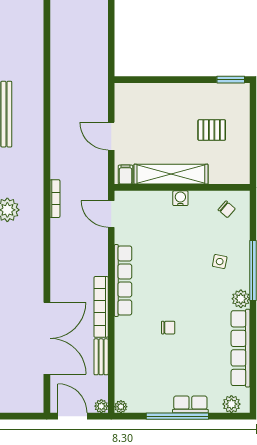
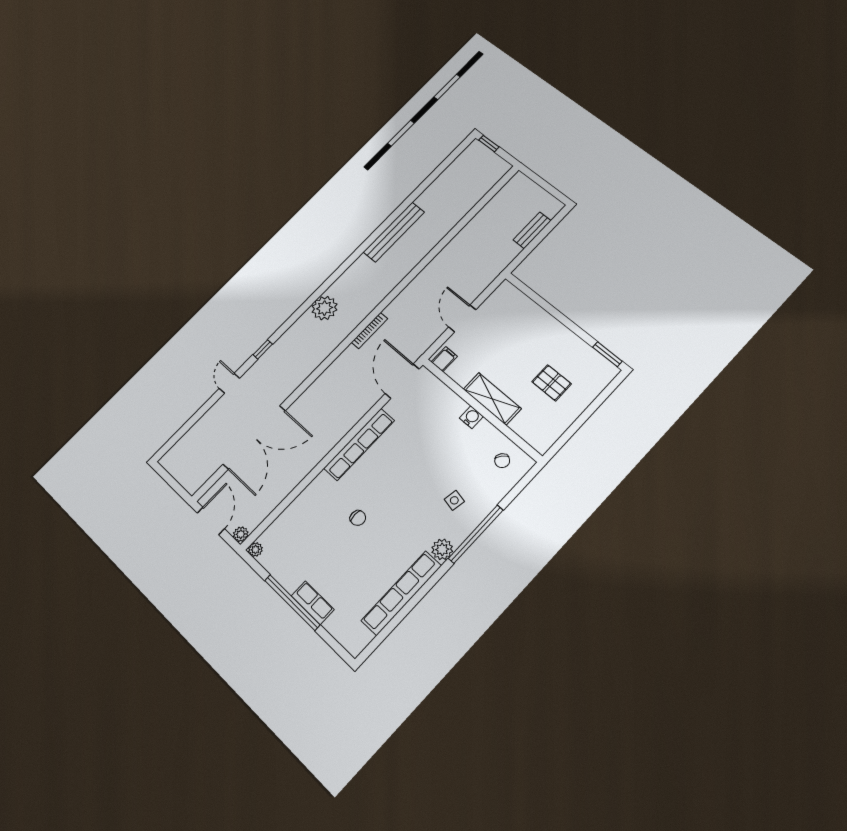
shelving: (171, 174) -> (492, 399), width x0.68
door: (111, 214) -> (402, 381), width x1.36
bookcase: (101, 307) -> (321, 450), removed
bench: (101, 357) -> (532, 230), moved
plant: (231, 404) -> (347, 636), removed

